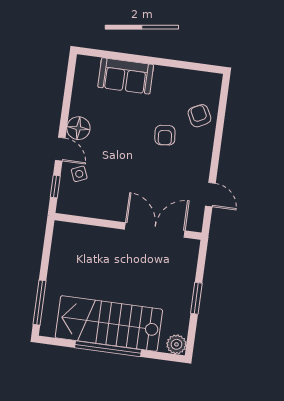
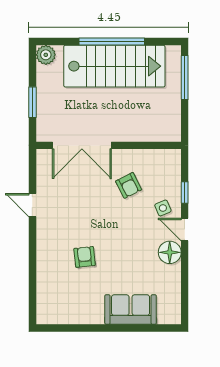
armchair: (199, 116) -> (129, 185), moved
wall: (128, 226) -> (109, 145), moved
double door: (155, 230) -> (82, 145), moved

